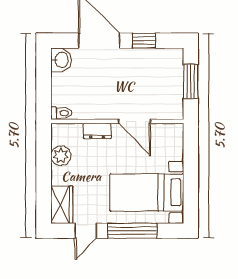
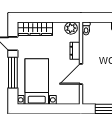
plant: (61, 156) -> (71, 28), moved
wardrobe: (62, 205) -> (35, 29), width x1.50

